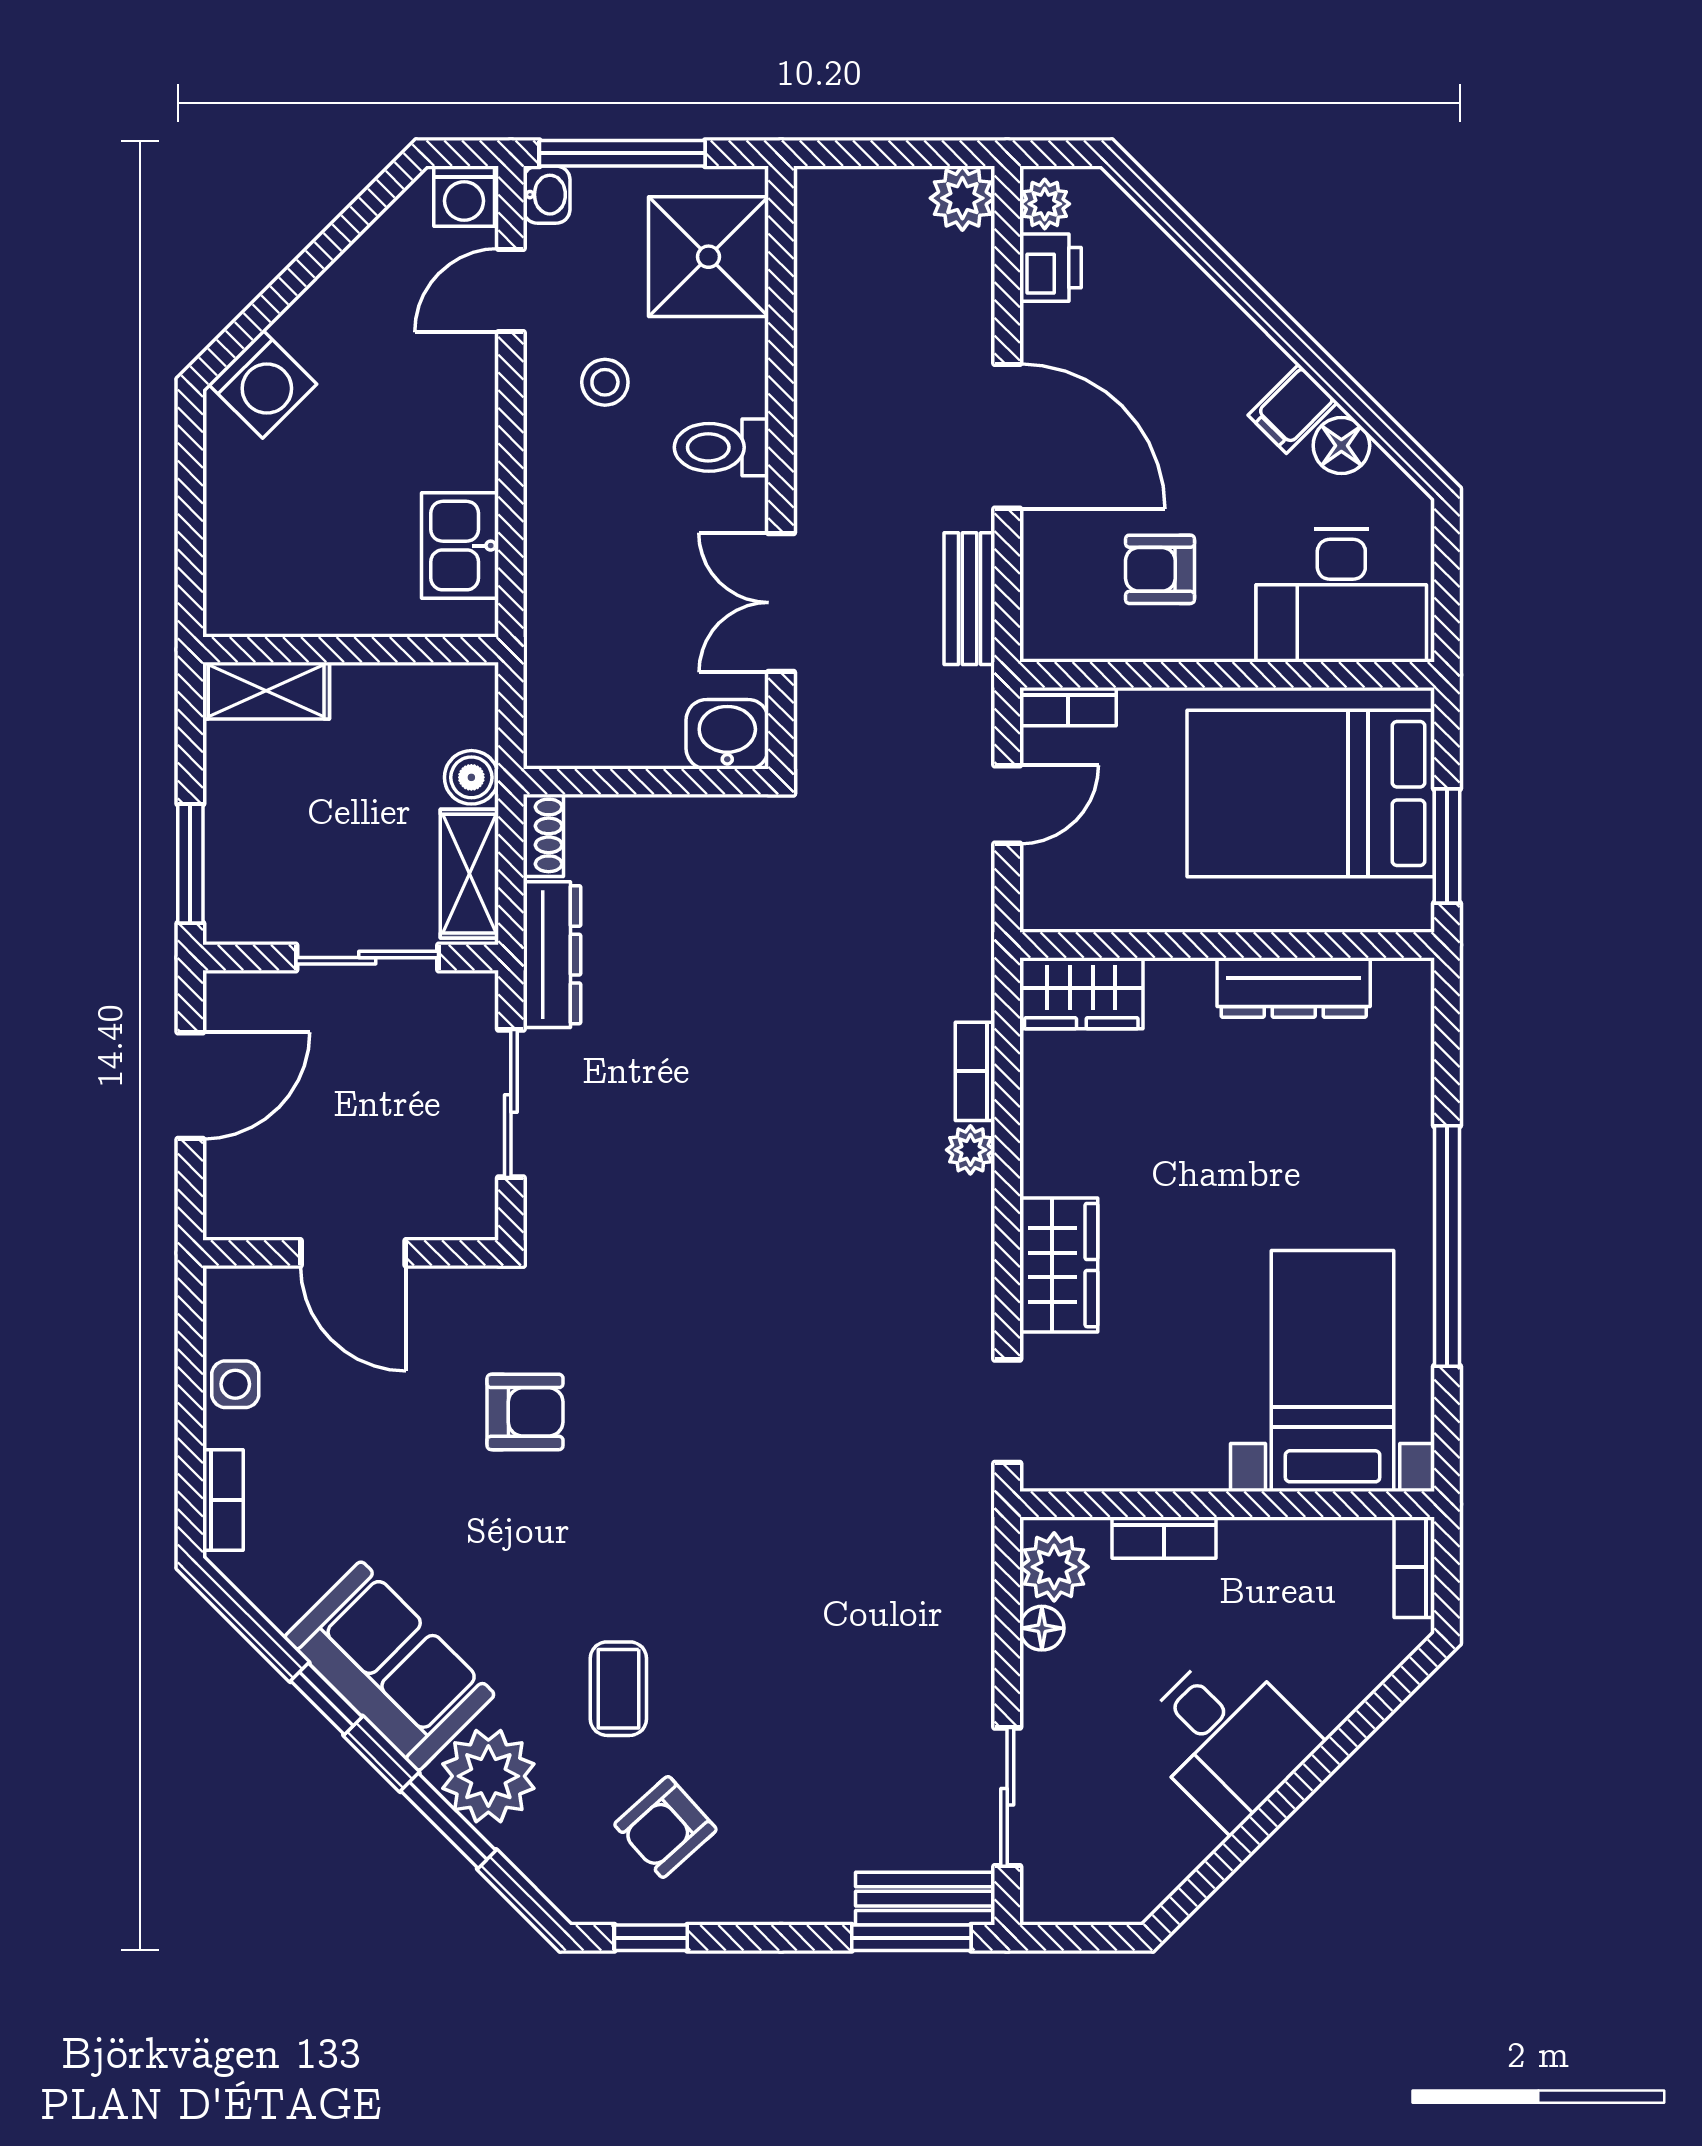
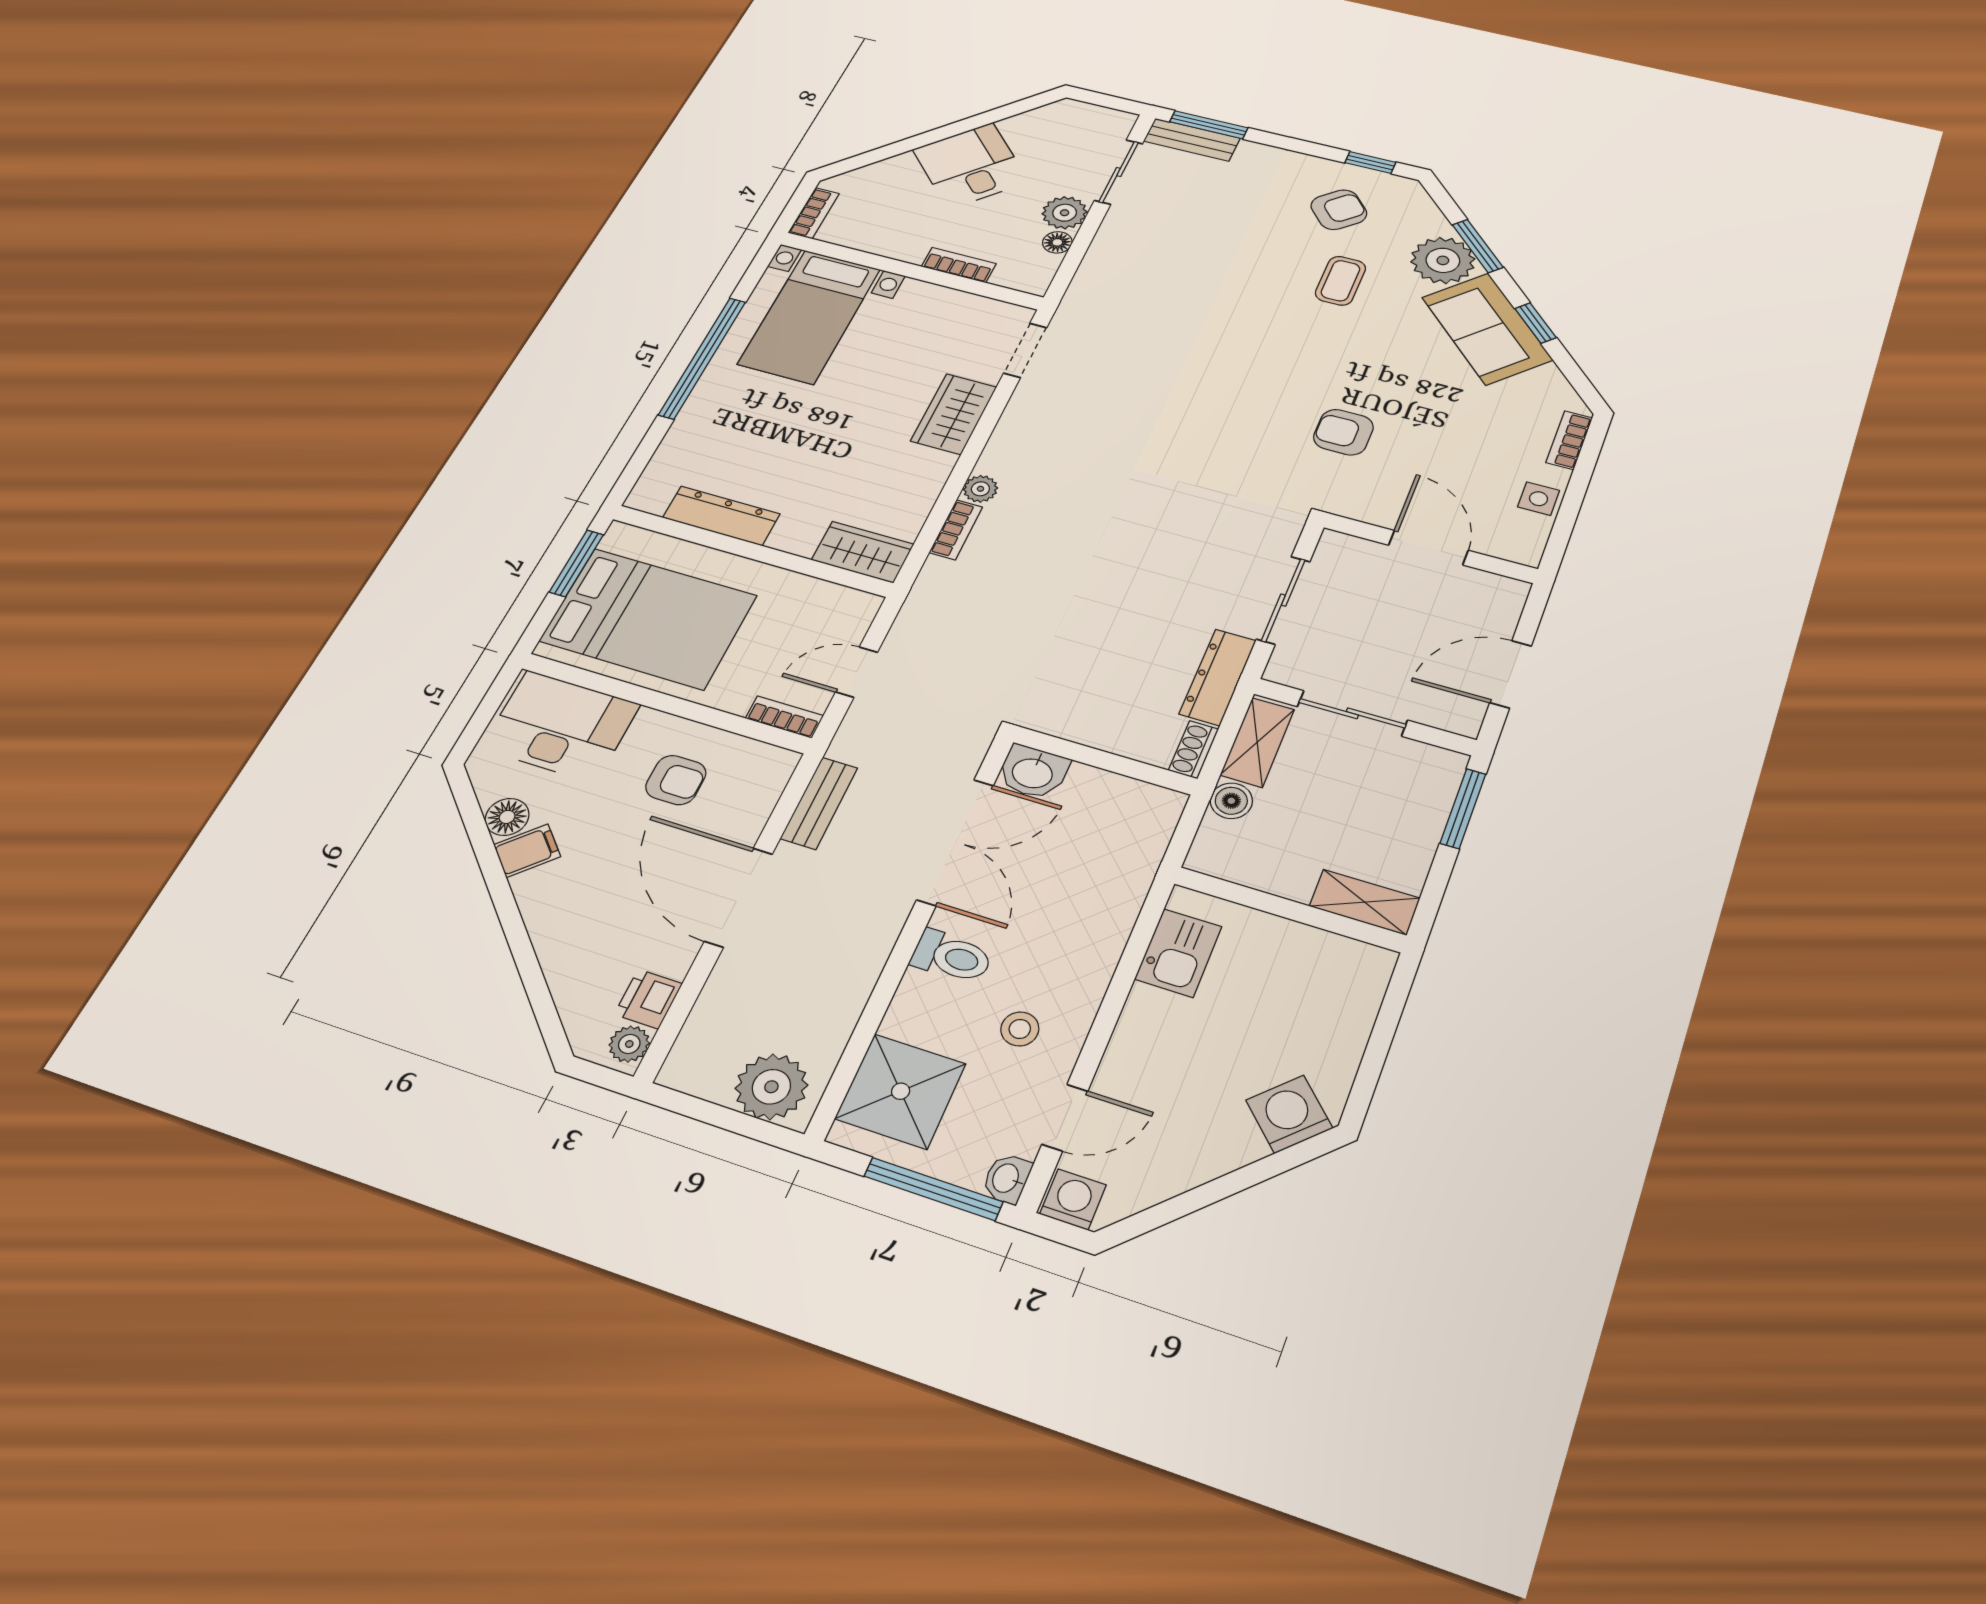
plant: (962, 198) -> (771, 1087), moved, width x1.36, depth x1.36
double door: (781, 603) -> (955, 842), width x1.37
plant: (1054, 1567) -> (1065, 213), moved

